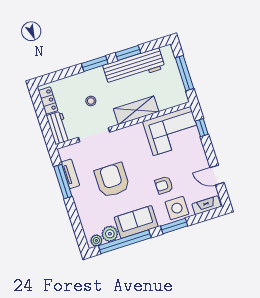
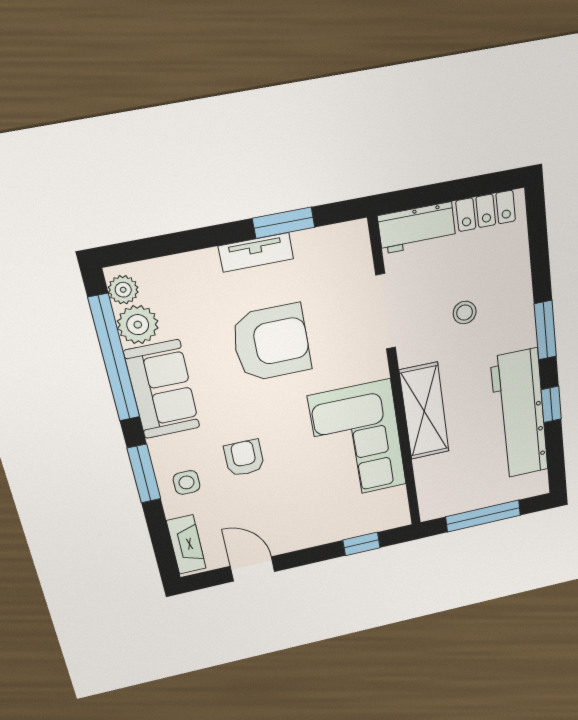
window: (128, 53) -> (551, 404), width x0.67
corner sofa: (172, 131) -> (358, 441), moved
tv unit: (70, 174) -> (256, 252), moved
door: (217, 175) -> (252, 569), hinge flipped
window: (63, 182) -> (284, 223), width x0.69
side table: (177, 208) -> (187, 482), width x0.54, depth x0.54

